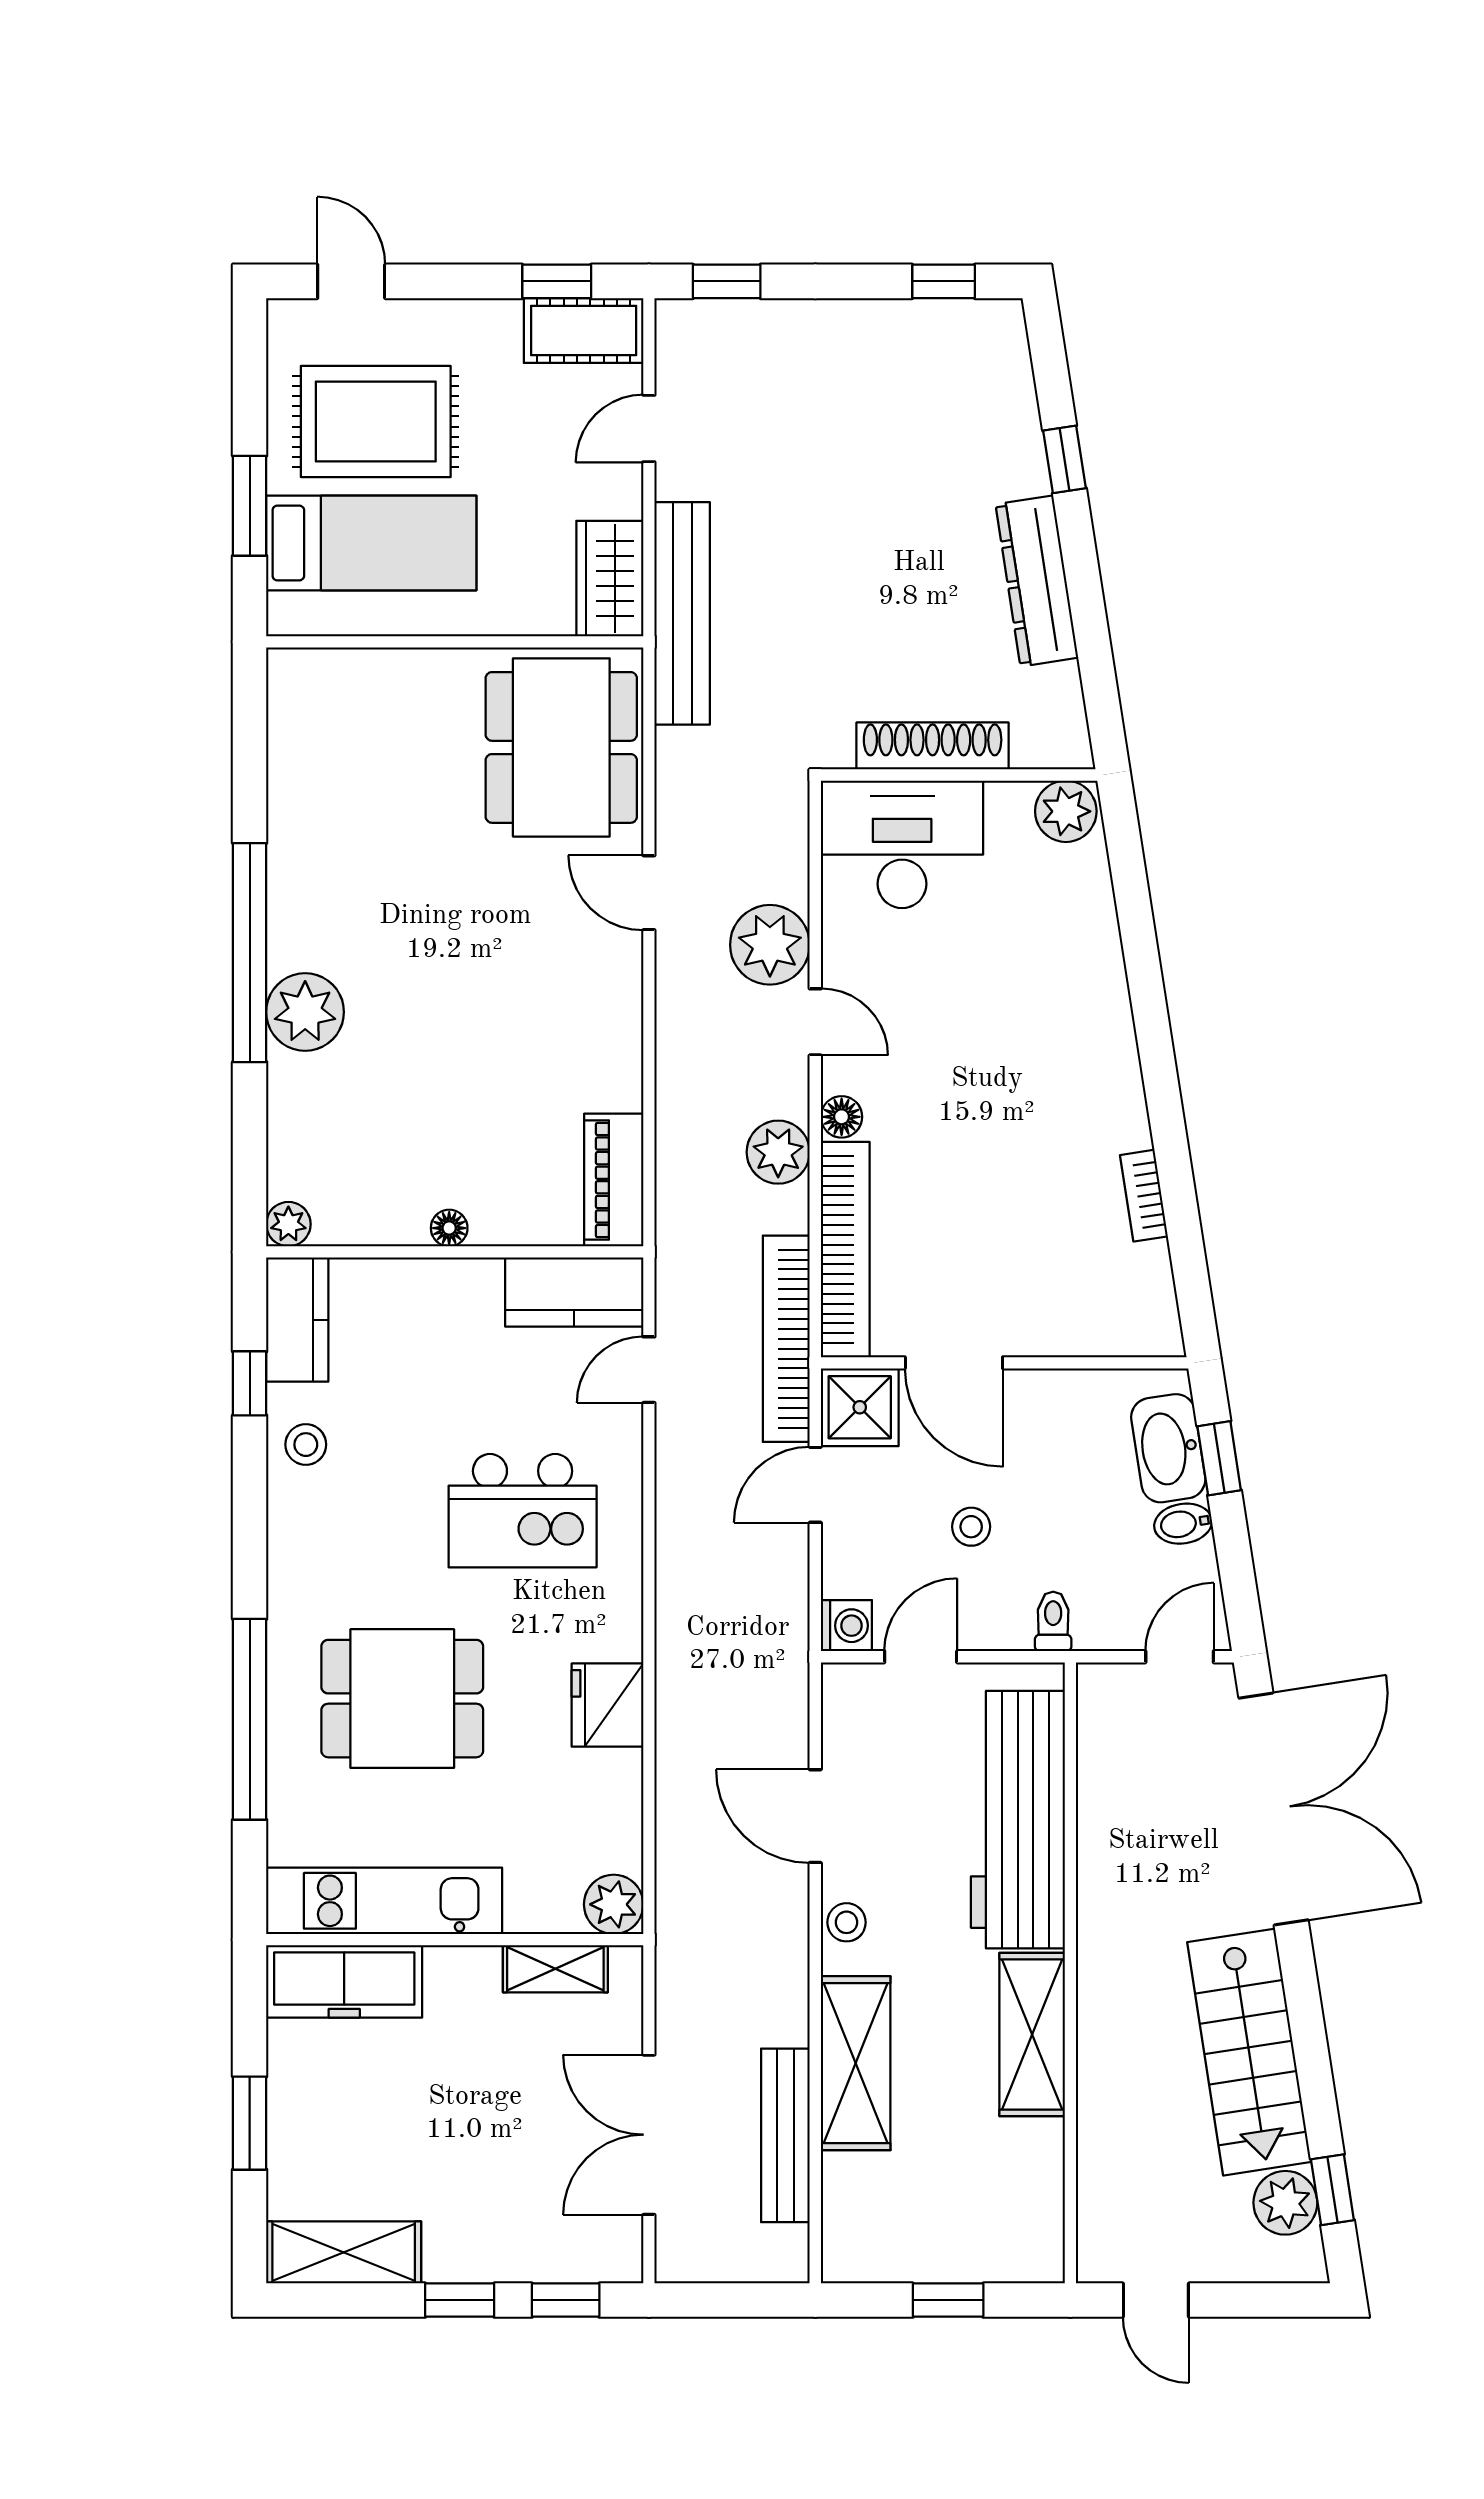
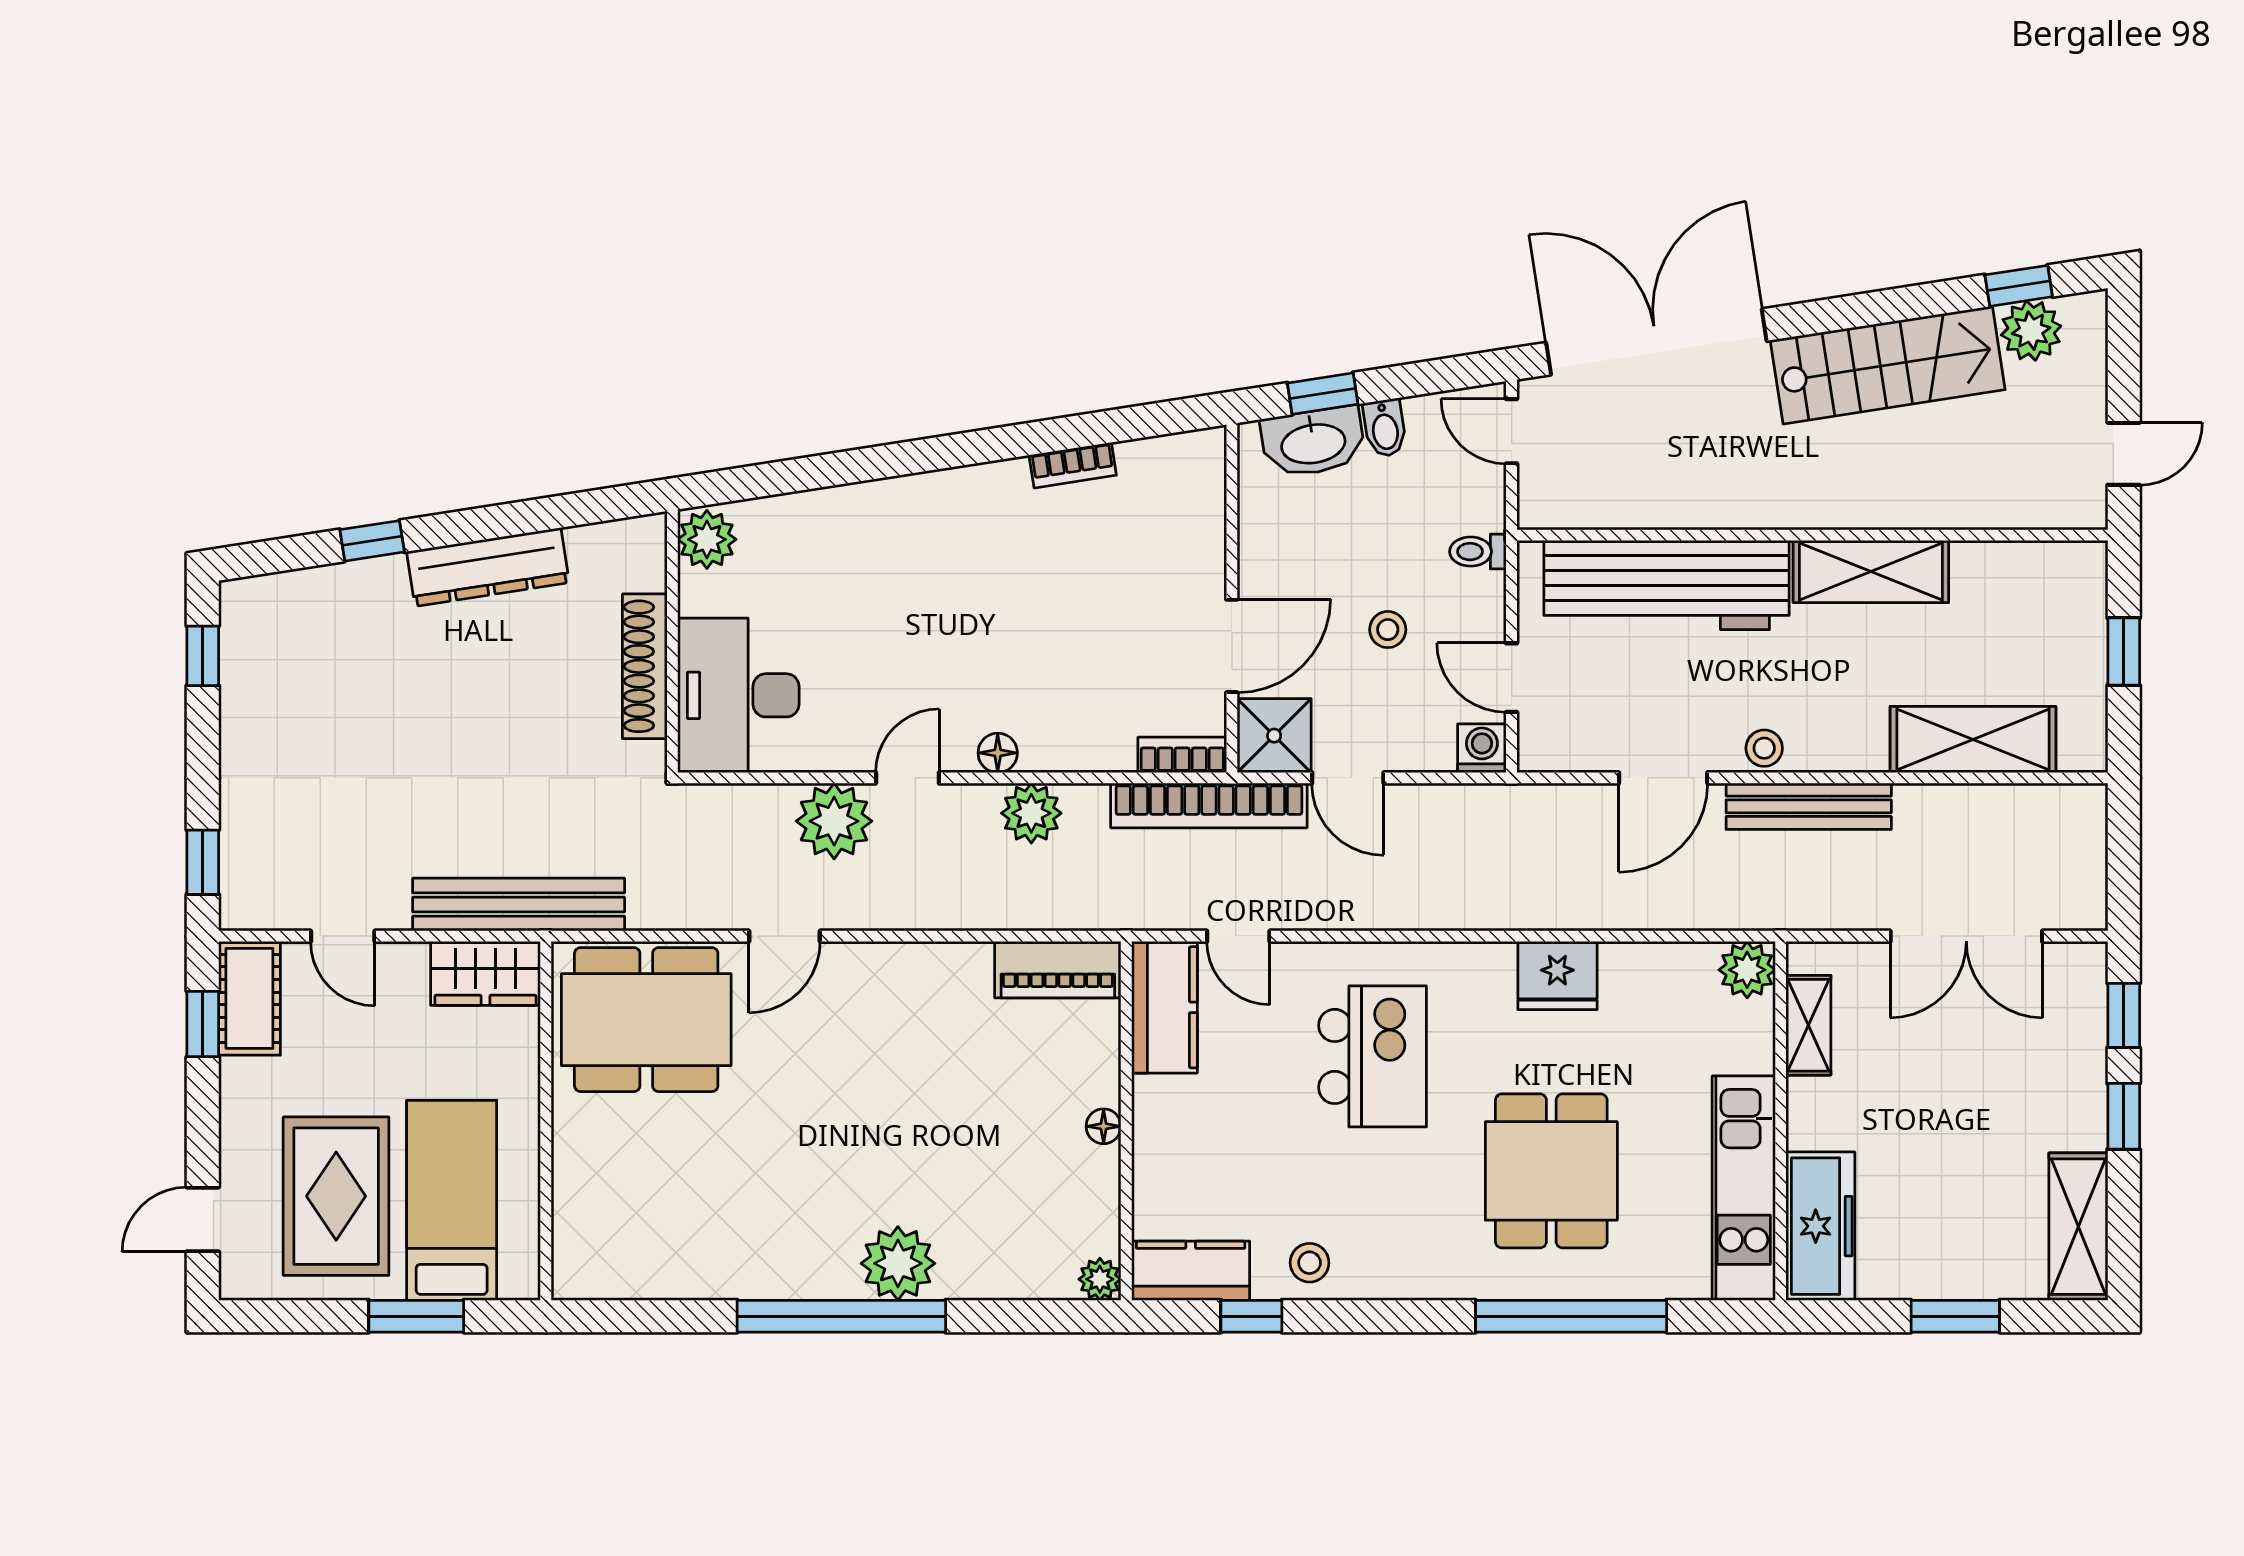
bookcase: (845, 1250) -> (1182, 755), width x0.43, depth x0.76
shelving: (856, 2063) -> (1973, 739), moved
bench: (785, 2135) -> (1809, 806), moved

